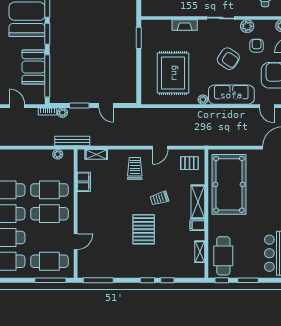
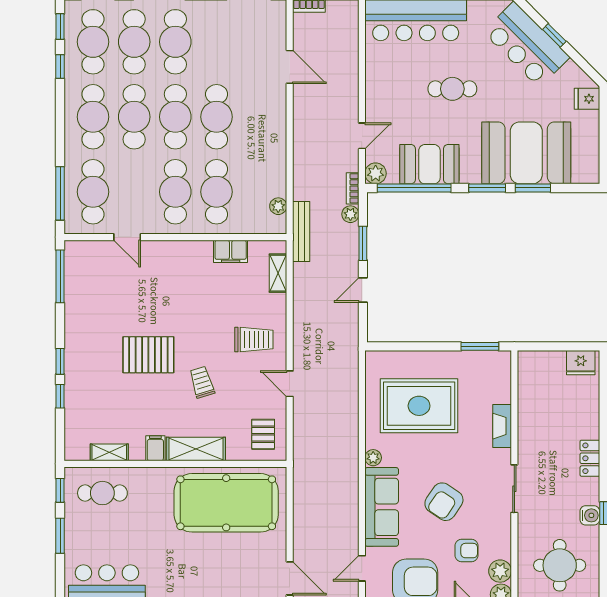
plant: (247, 26) -> (500, 571), moved
plant: (39, 98) -> (376, 173), added
cafe table: (223, 256) -> (102, 493), width x0.73, depth x0.74

